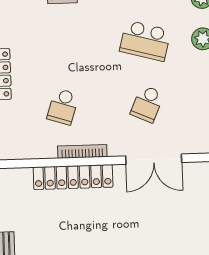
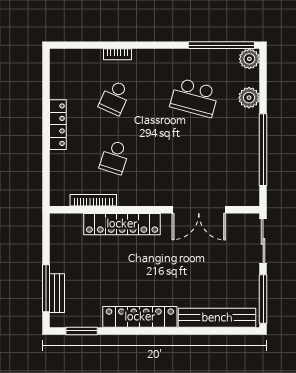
school desk: (147, 104) -> (115, 98), moved
bookcase: (82, 151) -> (93, 200), moved

